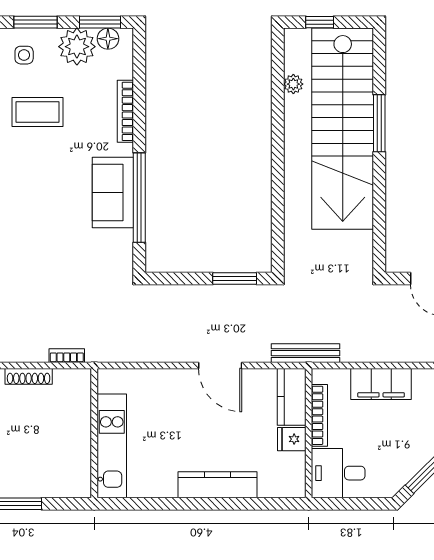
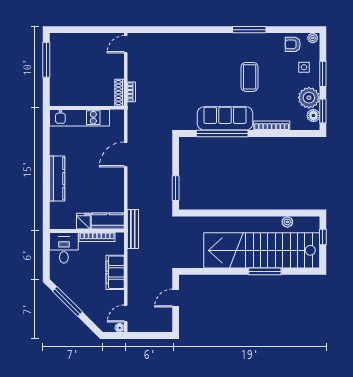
coffee table: (38, 112) -> (250, 77), moved
sofa: (113, 192) -> (225, 118), width x1.36
door: (220, 365) -> (126, 154), moved
shoe rack: (29, 376) -> (120, 93), moved

